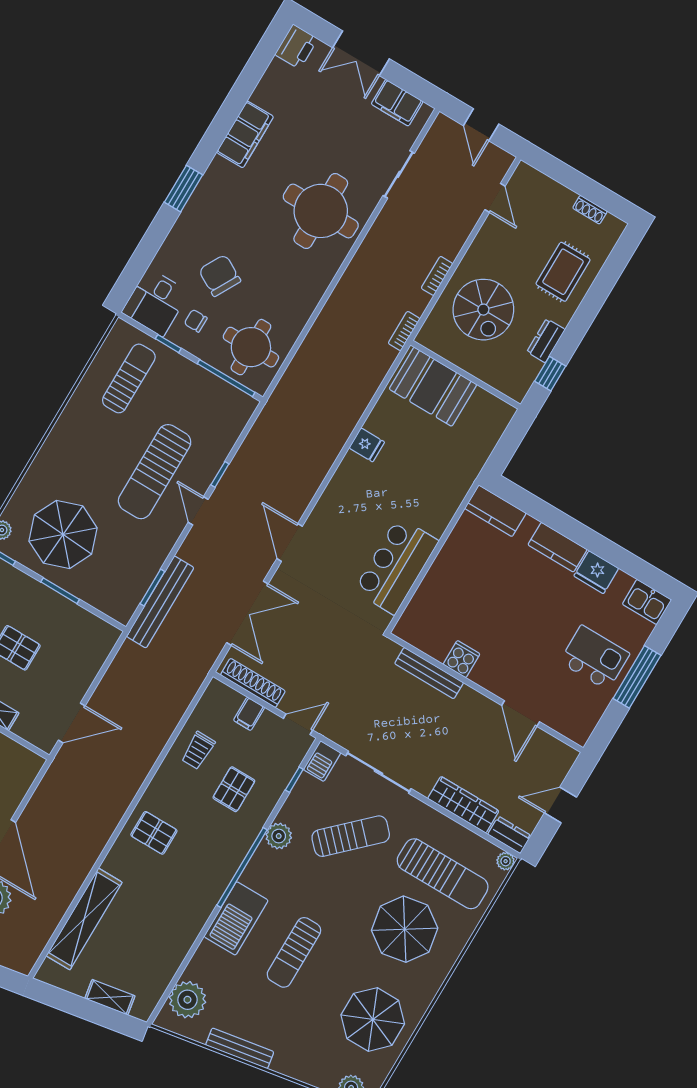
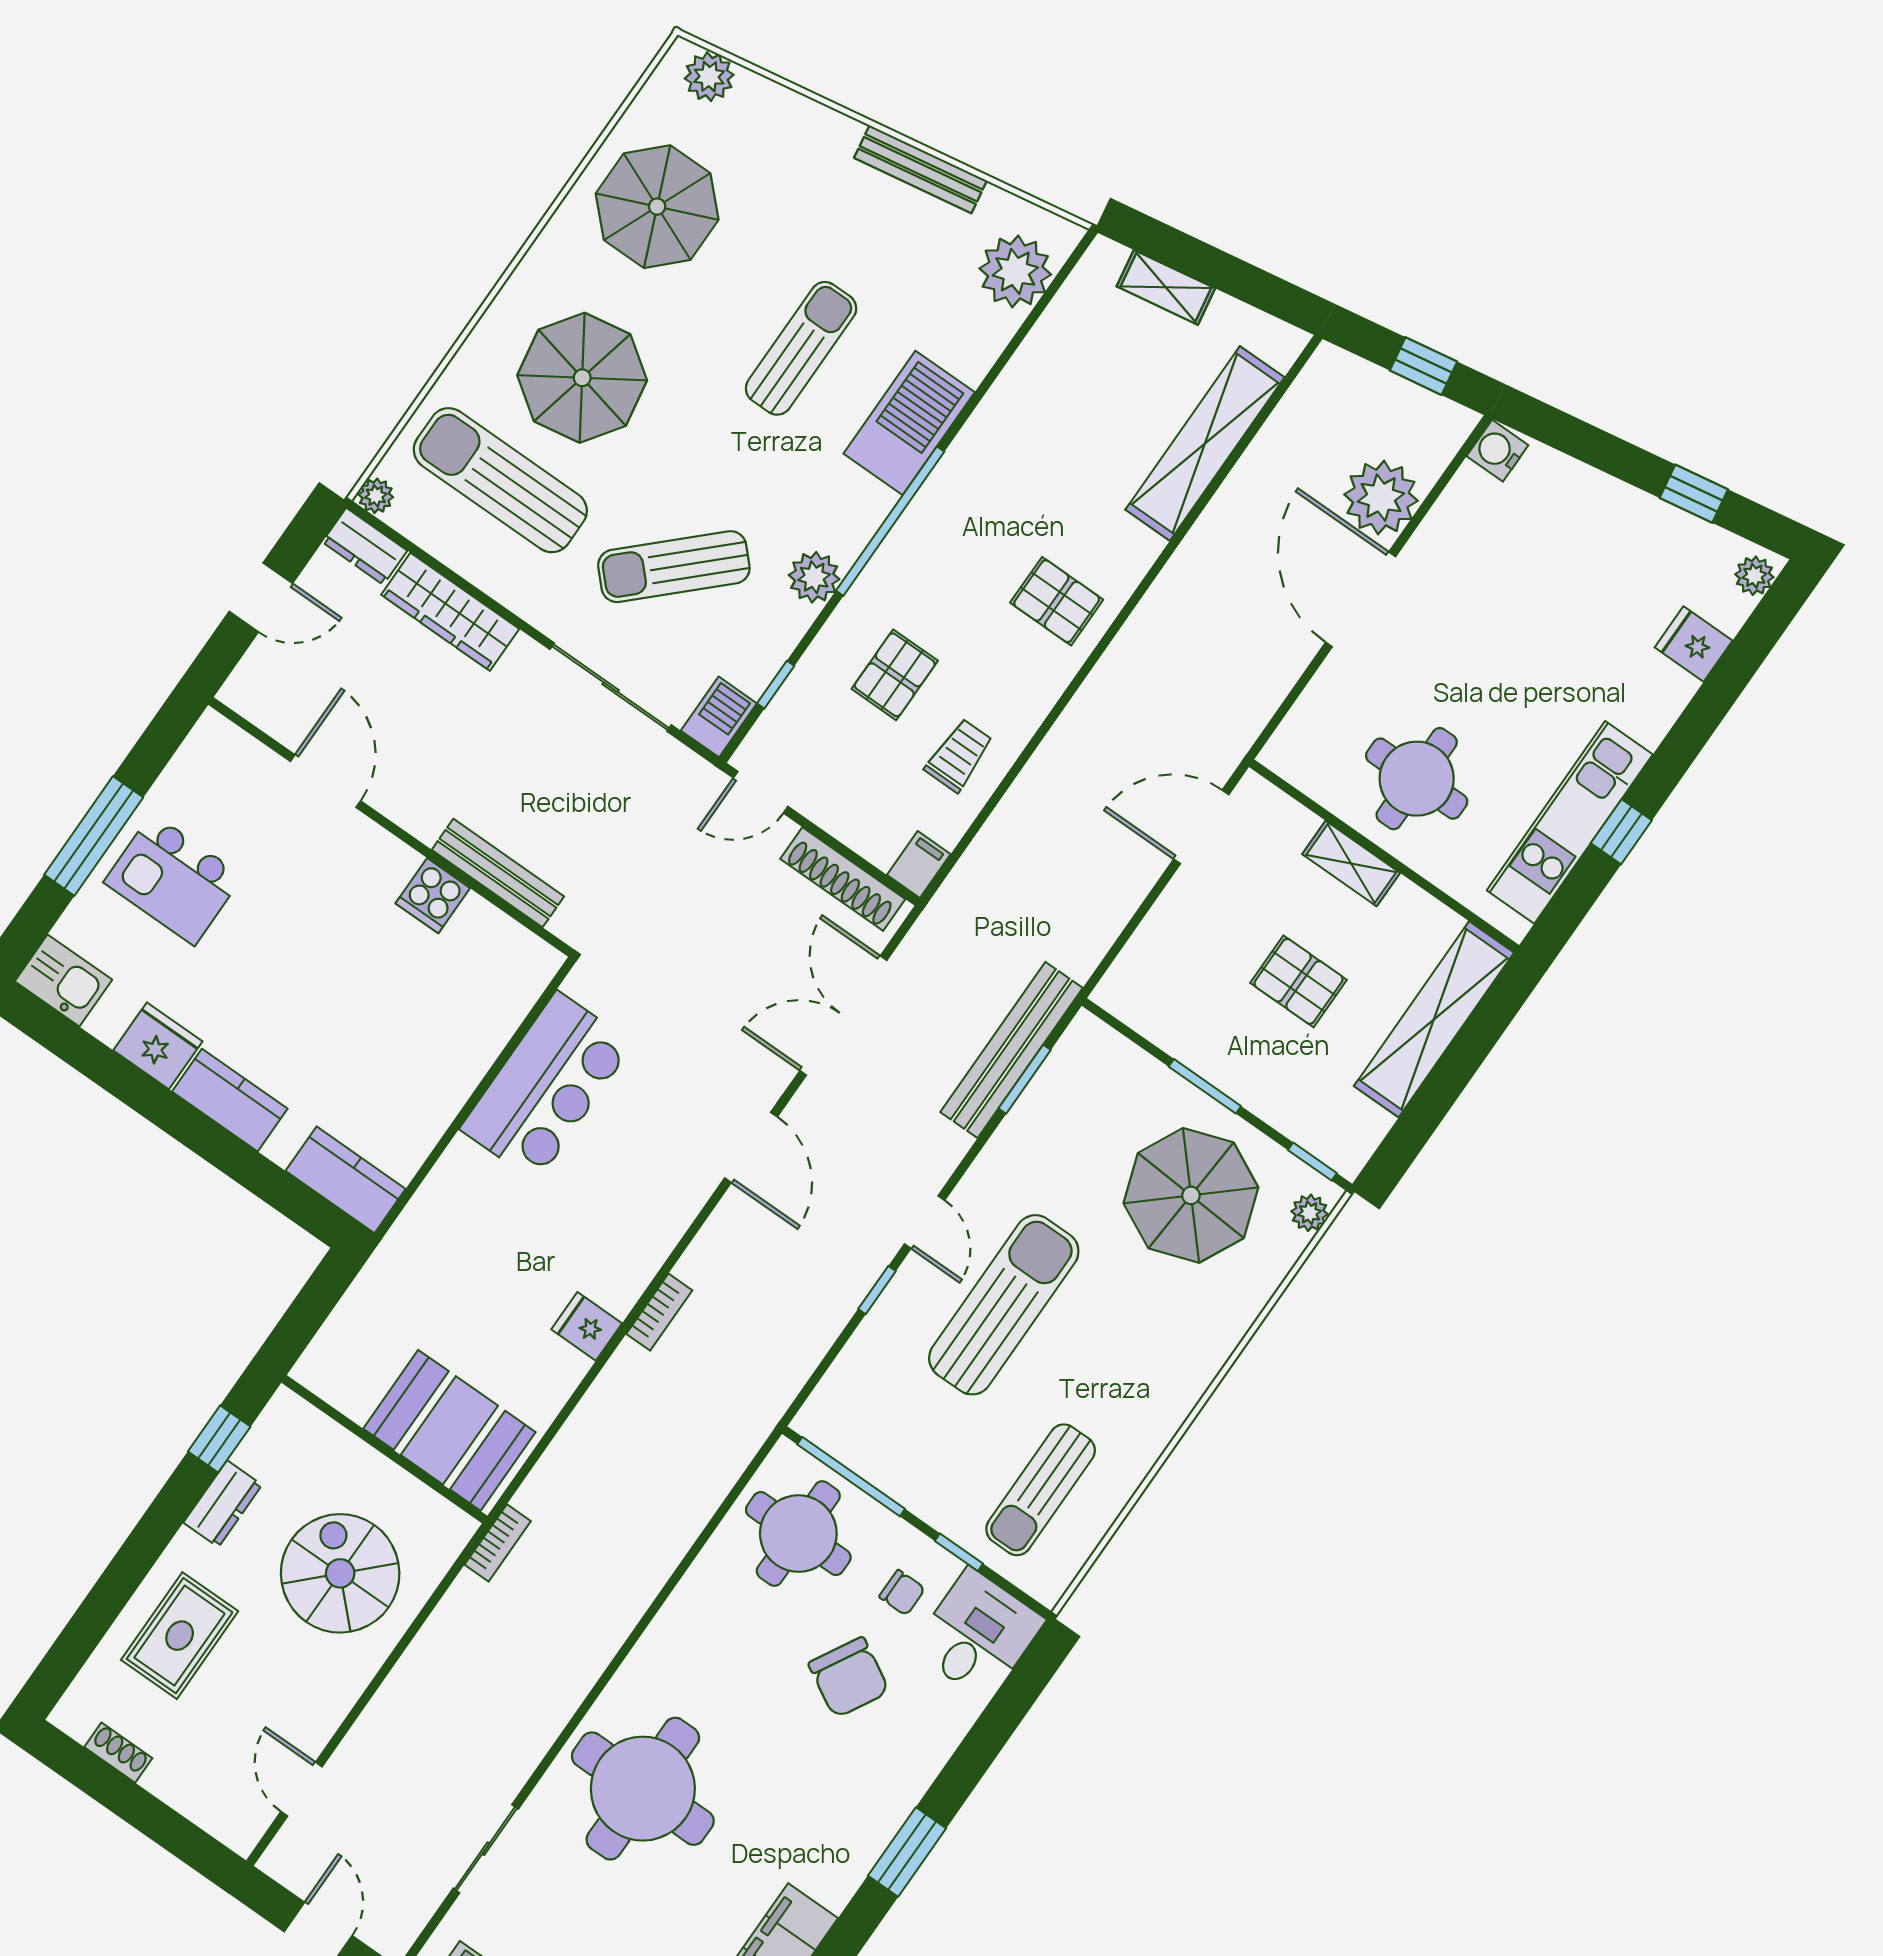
bookcase: (437, 276) -> (659, 1312), moved
filing cabinet: (249, 714) -> (919, 864), moved

